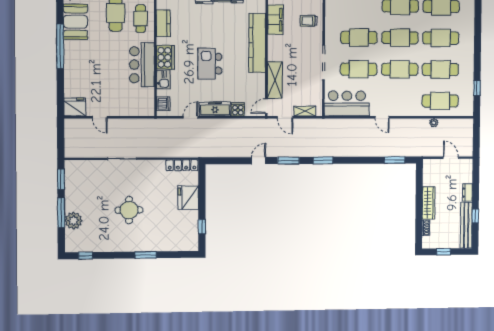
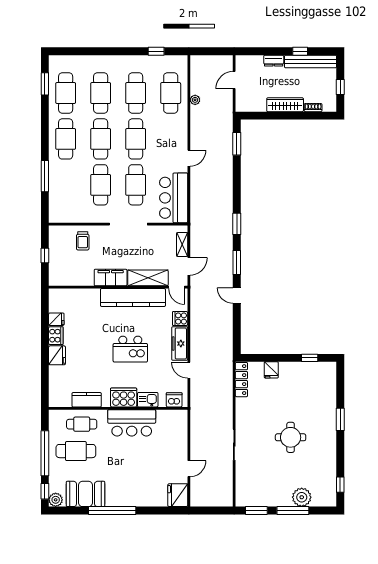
filing cabinet: (275, 20) -> (111, 277), moved
kitchen counter: (257, 43) -> (133, 298), moved
fridge: (188, 198) -> (271, 370), width x0.53, depth x0.75

